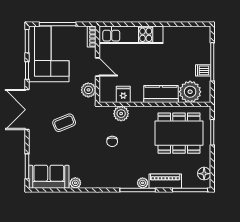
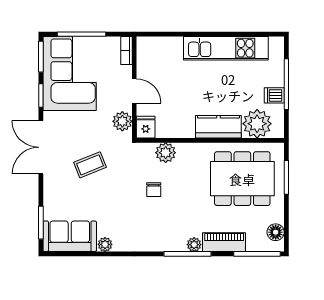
kitchen unit: (131, 35) -> (226, 48), moved
fridge: (123, 94) -> (146, 127), moved

